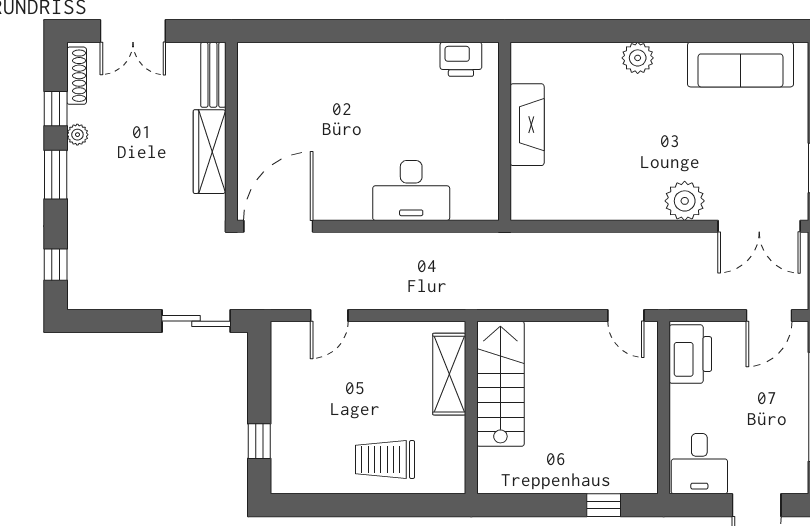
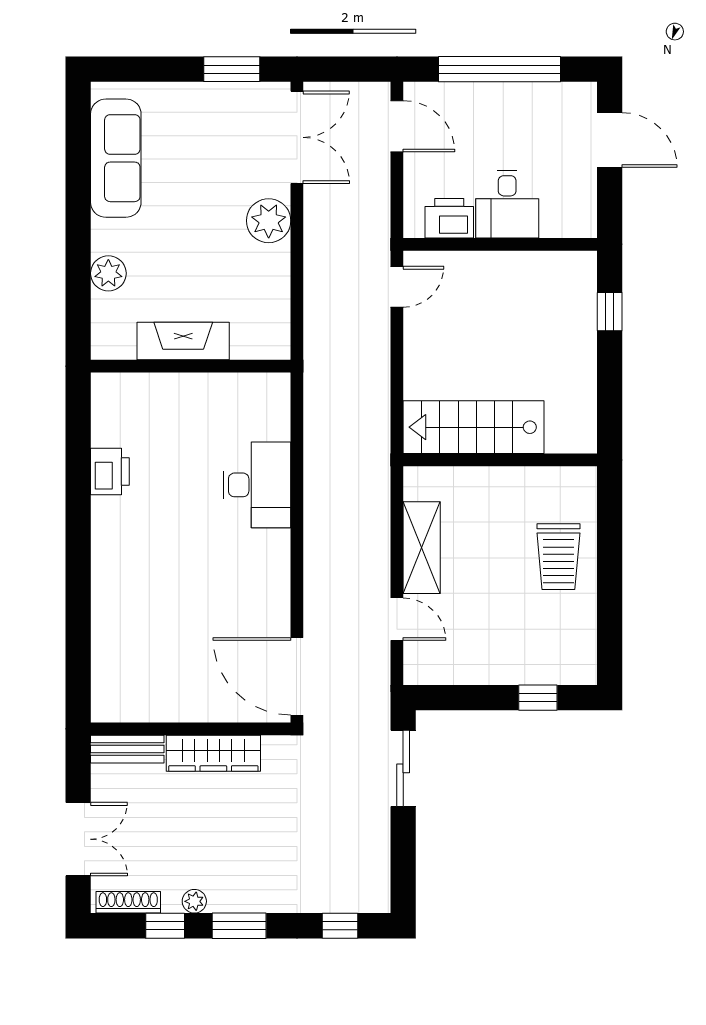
fireplace: (527, 125) -> (183, 341), moved
wall: (505, 131) -> (191, 366), moved
desk: (411, 190) -> (257, 485), moved
printer: (690, 354) -> (449, 218), width x0.73, depth x0.84
shelving: (449, 374) -> (422, 548), moved, turned 90
desk: (699, 464) -> (507, 204), moved, turned 90

